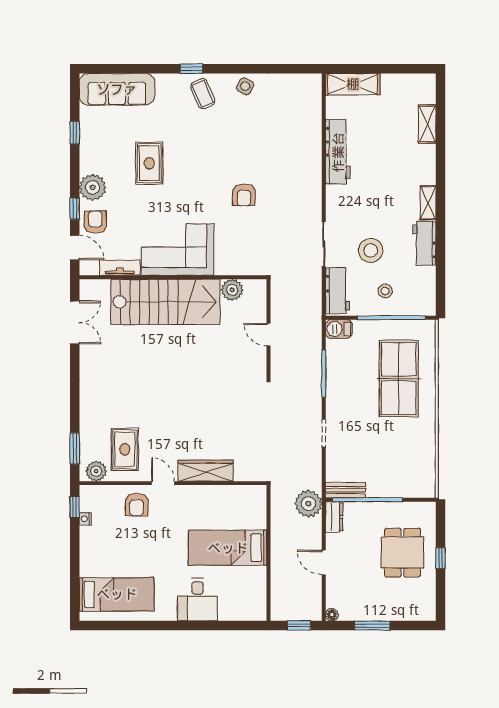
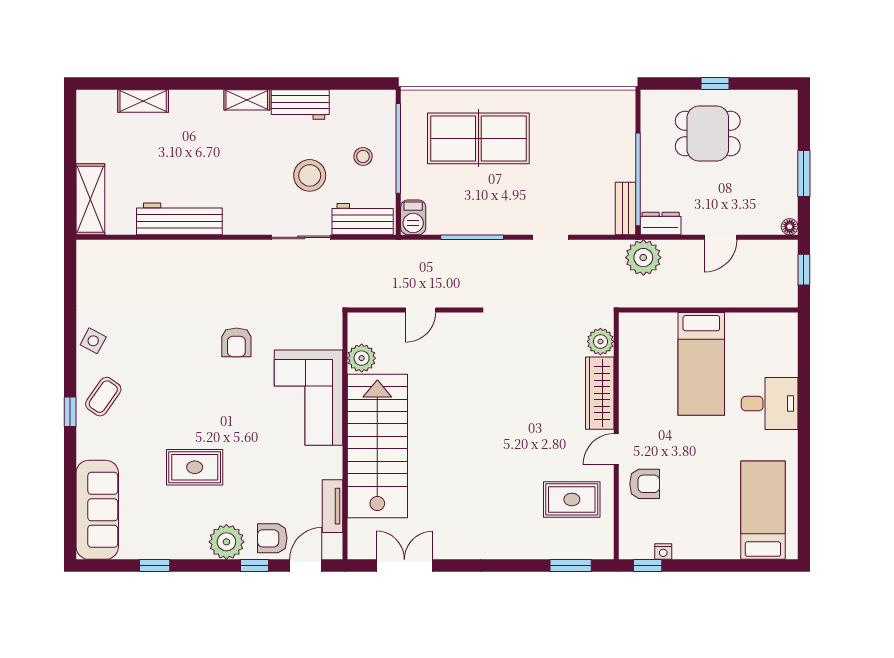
coffee table: (203, 94) -> (103, 397), turned -31
armchair: (244, 195) -> (236, 342), turned 90
corner sofa: (177, 250) -> (308, 398), moved
plant: (96, 471) -> (600, 341), moved

